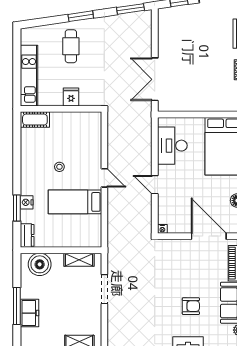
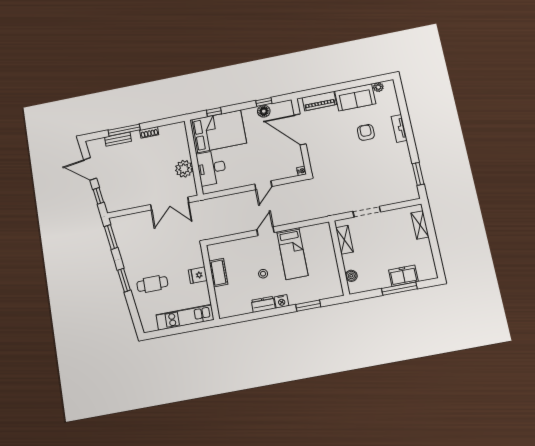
plant: (190, 102) -> (184, 169), added
cot: (35, 120) -> (218, 273), moved
desk: (172, 146) -> (212, 168), moved, turned 90
nightstand: (27, 202) -> (281, 301), moved
dresser: (27, 235) -> (263, 304), moved
door: (209, 236) -> (300, 129), hinge flipped
boiler: (40, 264) -> (351, 276), width x0.54, depth x0.54

